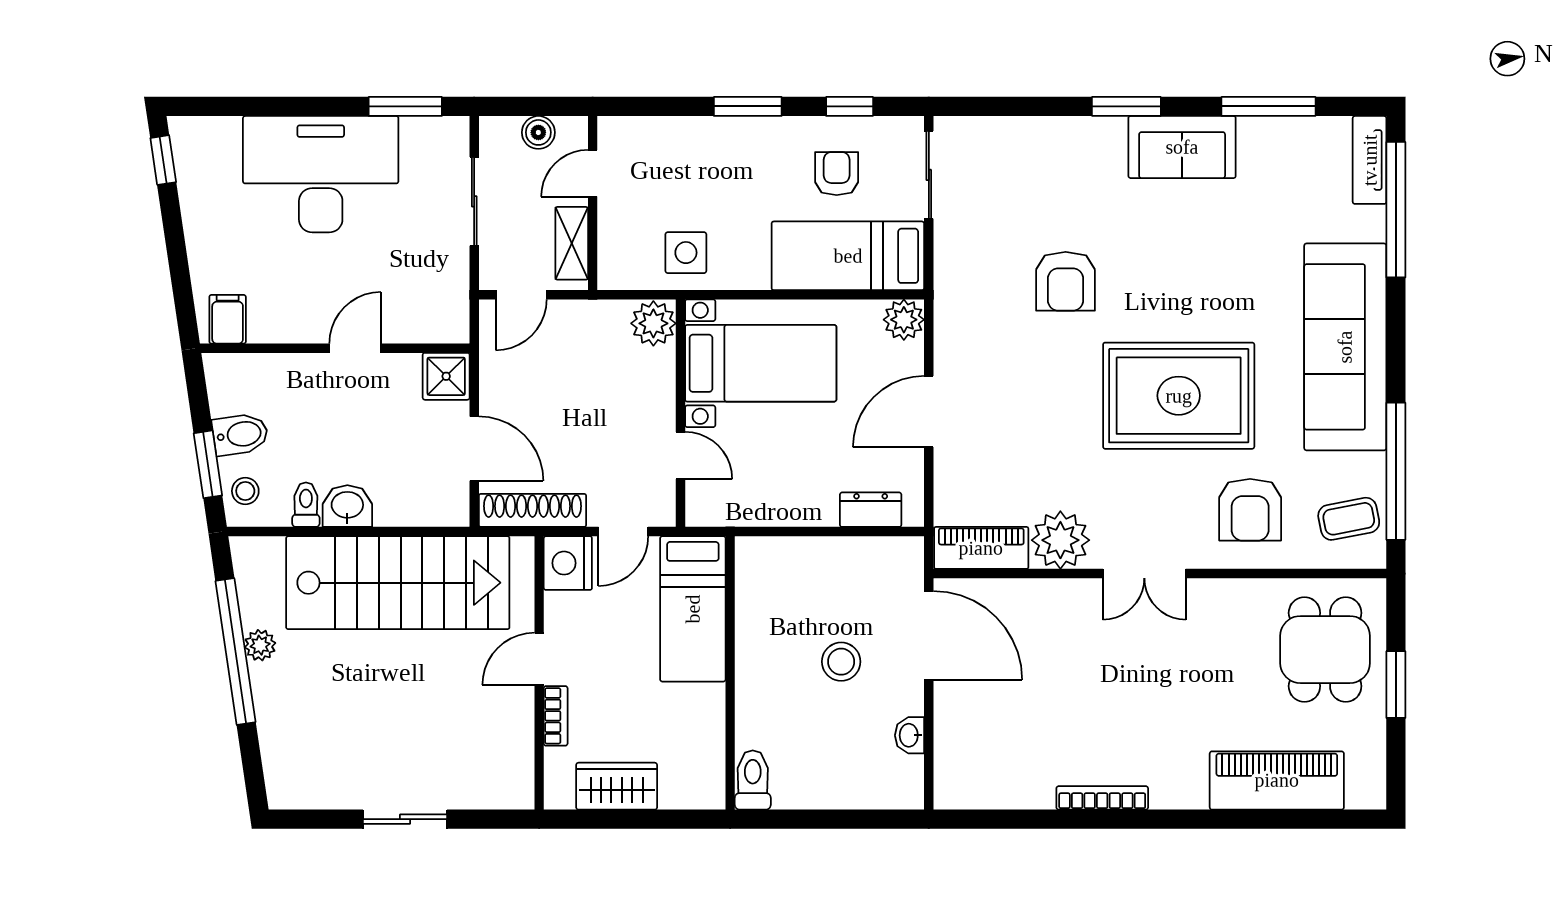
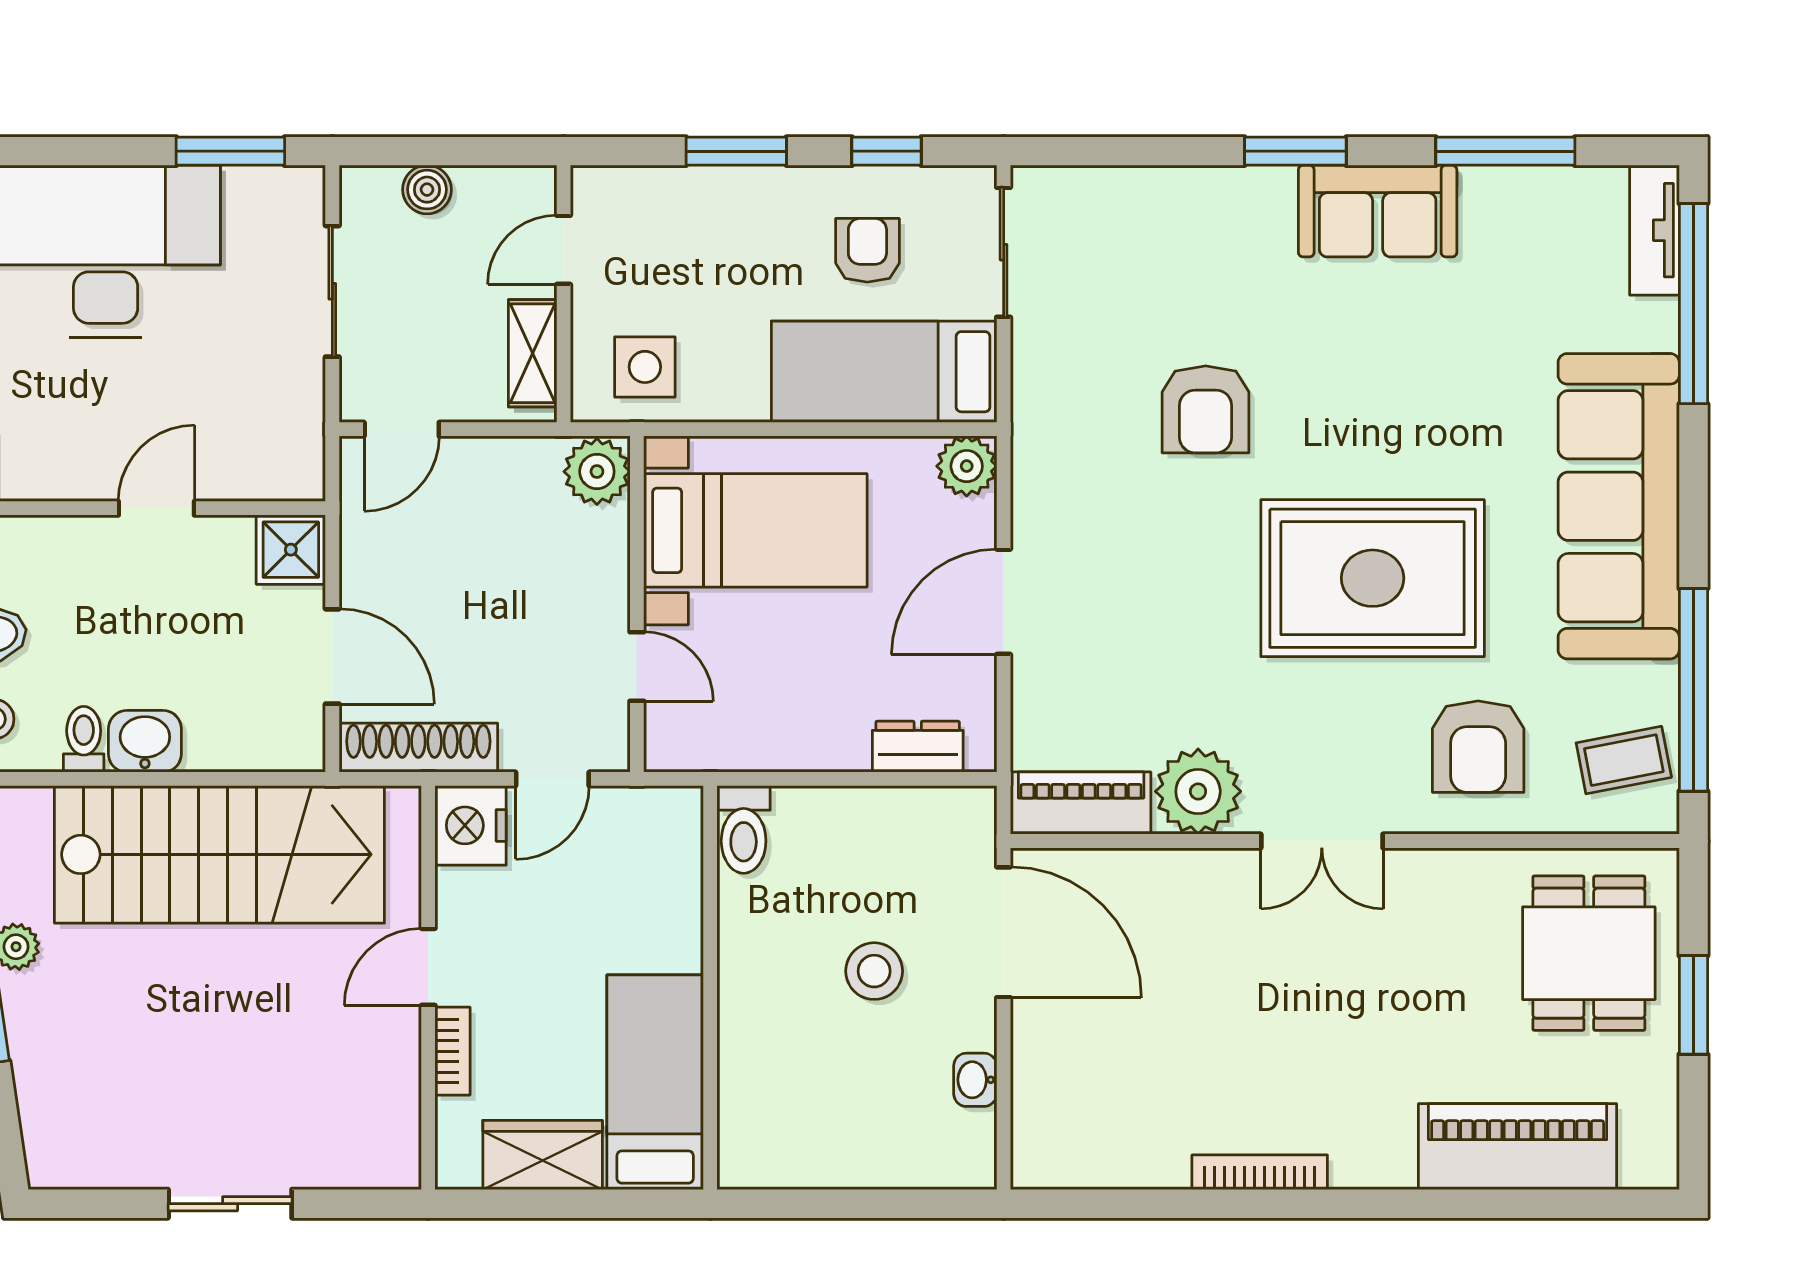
door: (593, 173) -> (564, 250), moved
wall: (593, 203) -> (564, 294), moved
shelving: (572, 243) -> (533, 353), moved
bed: (693, 609) -> (655, 1082), moved, turned 180
toilet: (753, 780) -> (744, 830), moved, turned 180

